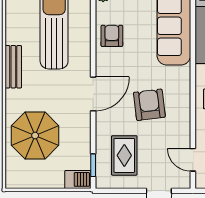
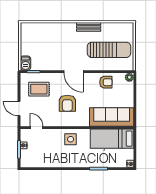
armchair: (149, 105) -> (67, 103), turned 97
parasol: (35, 135) -> (50, 39), removed
door: (193, 160) -> (36, 128), hinge flipped

